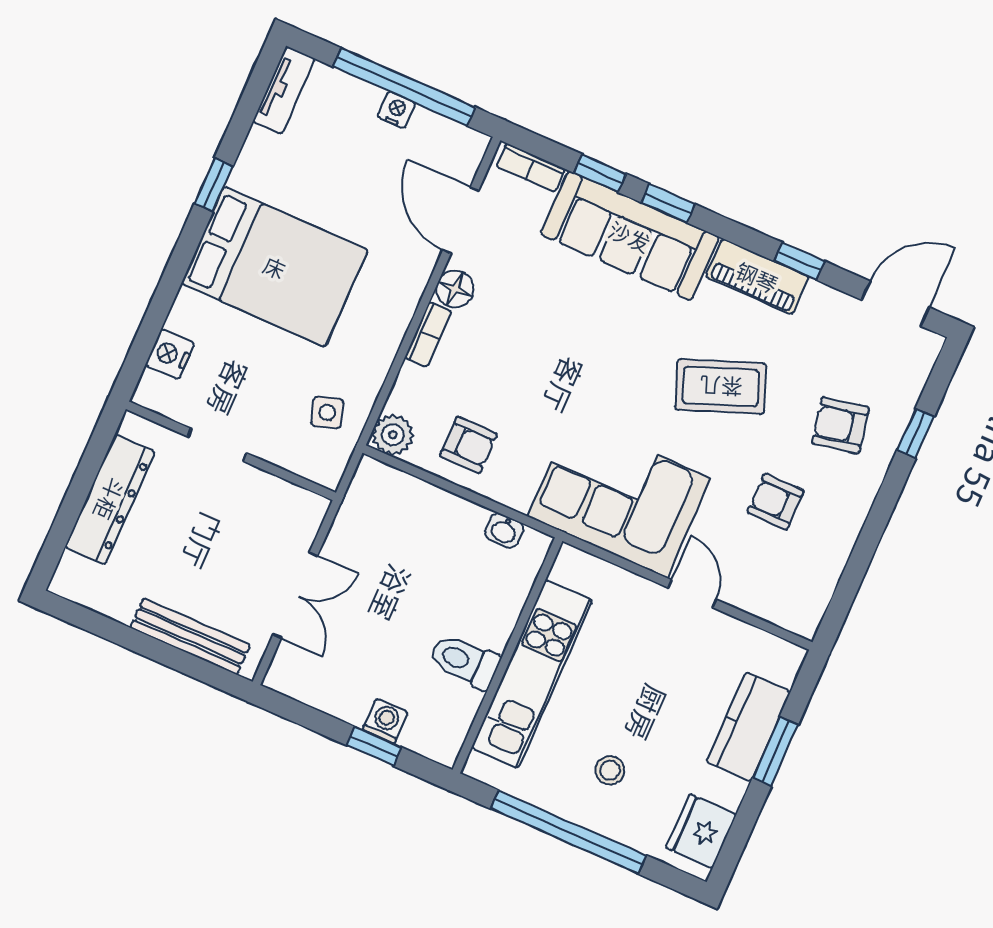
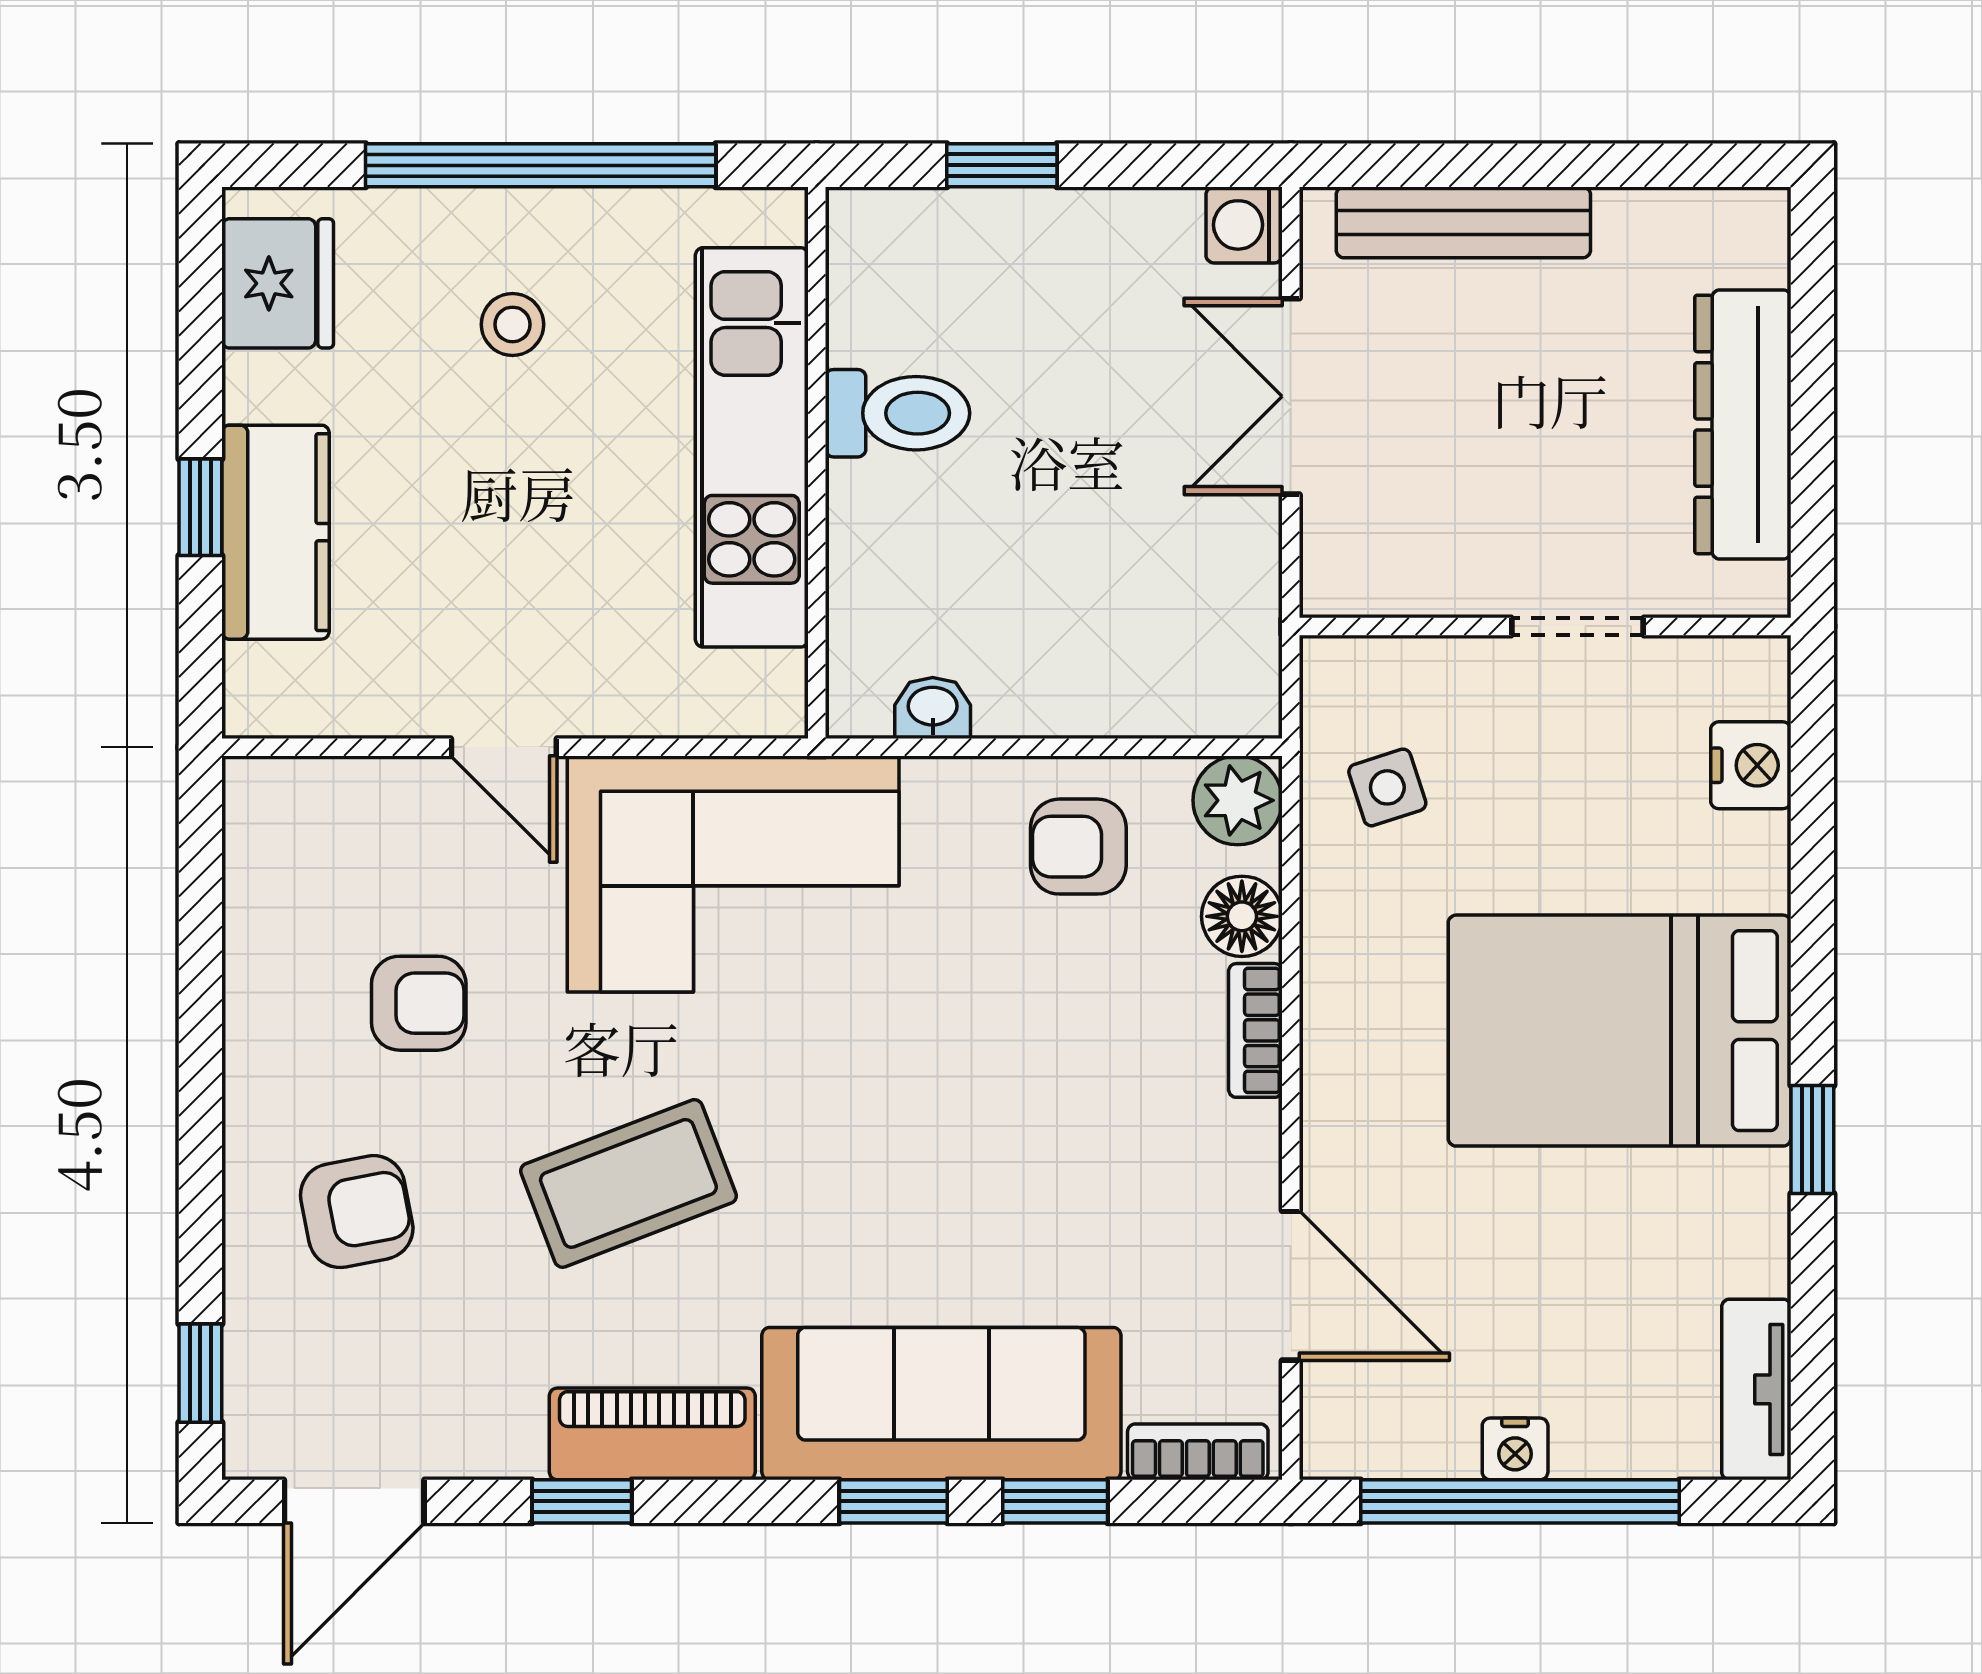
floor lamp: (455, 289) -> (1242, 916), moved
window: (916, 433) -> (200, 1373), moved
washing machine: (385, 721) -> (1244, 225), moved, turned 90
window: (775, 751) -> (200, 507), width x0.67

